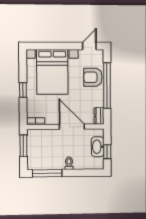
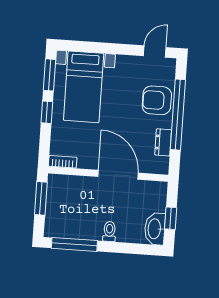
window: (23, 66) -> (49, 75), added
bed with nightstands: (52, 72) -> (84, 87), width x0.73
dresser: (99, 116) -> (163, 142), moved
washbasin: (98, 147) -> (155, 229), moved

